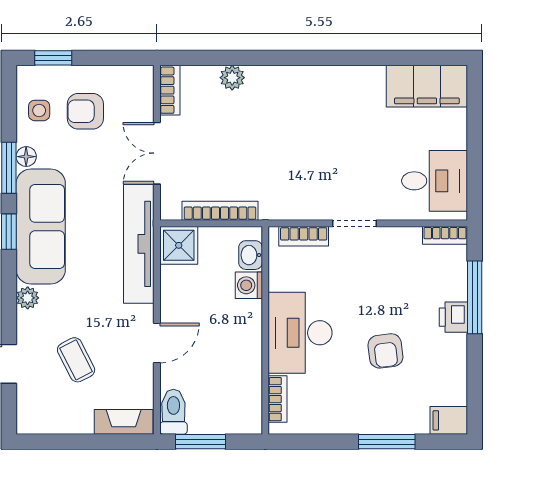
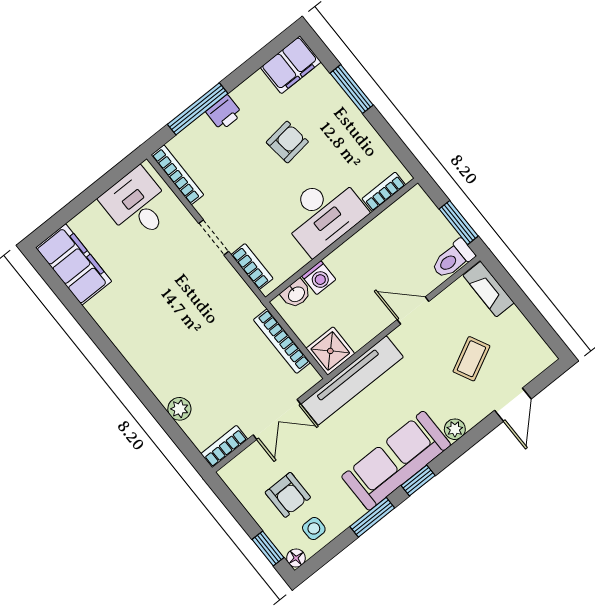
floor lamp: (26, 157) -> (296, 558), moved
bookcase: (445, 235) -> (177, 175), width x1.56
filing cabinet: (449, 420) -> (291, 65), width x2.00

